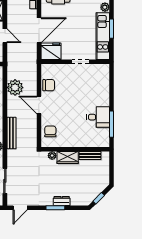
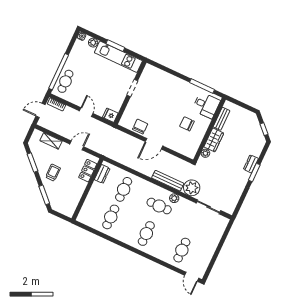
door: (39, 30) -> (86, 112), width x0.53
fridge: (51, 51) -> (110, 115), width x0.53, depth x0.75
plant: (15, 87) -> (192, 188), moved
desk: (98, 117) -> (206, 105), moved, turned 90
chair: (50, 131) -> (187, 124), moved
door: (20, 208) -> (239, 204), removed

